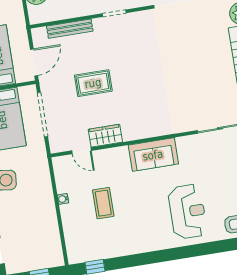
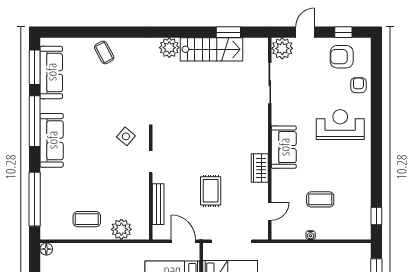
wardrobe: (105, 136) -> (260, 168), moved

